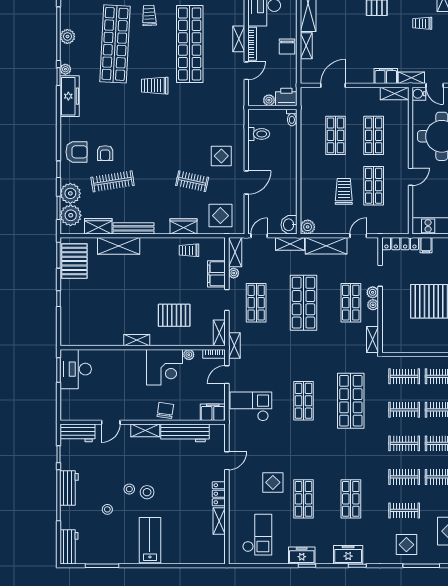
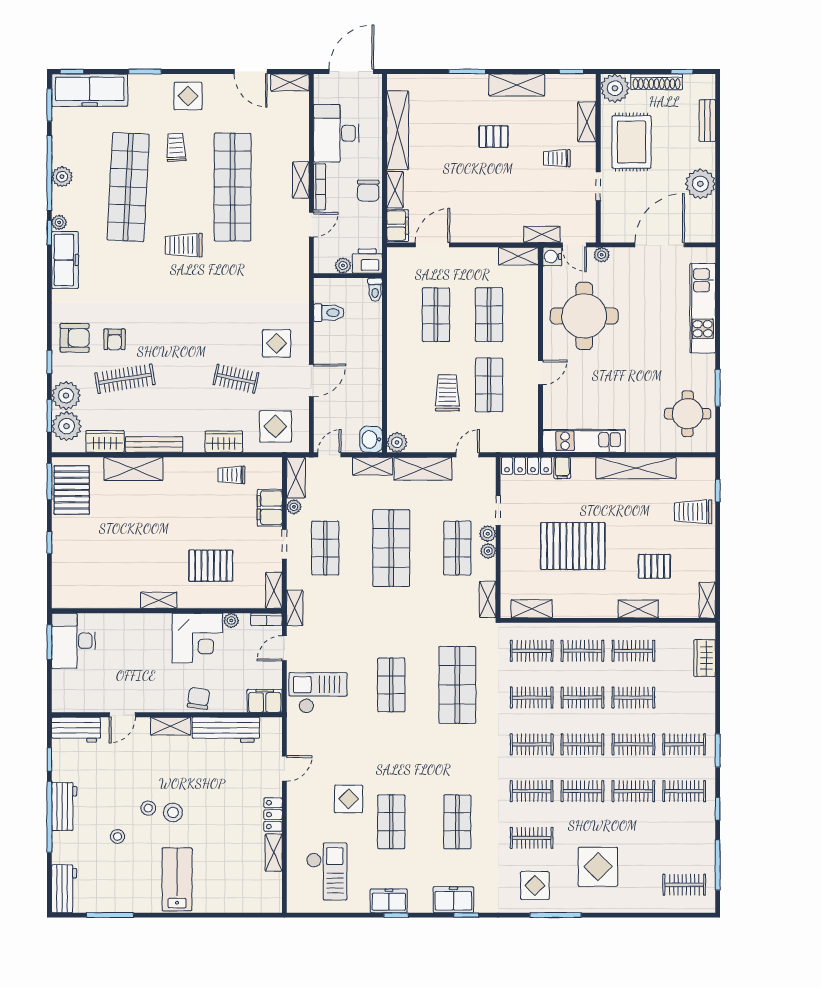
filing cabinet: (386, 76) -> (398, 226), moved, turned 90
shelving: (404, 346) -> (532, 609), added

